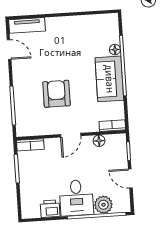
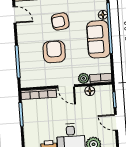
armchair: (64, 57) -> (60, 21), added
plant: (92, 126) -> (84, 78), added
door: (71, 135) -> (66, 86), hinge flipped
bookcase: (30, 145) -> (39, 94), width x1.56

